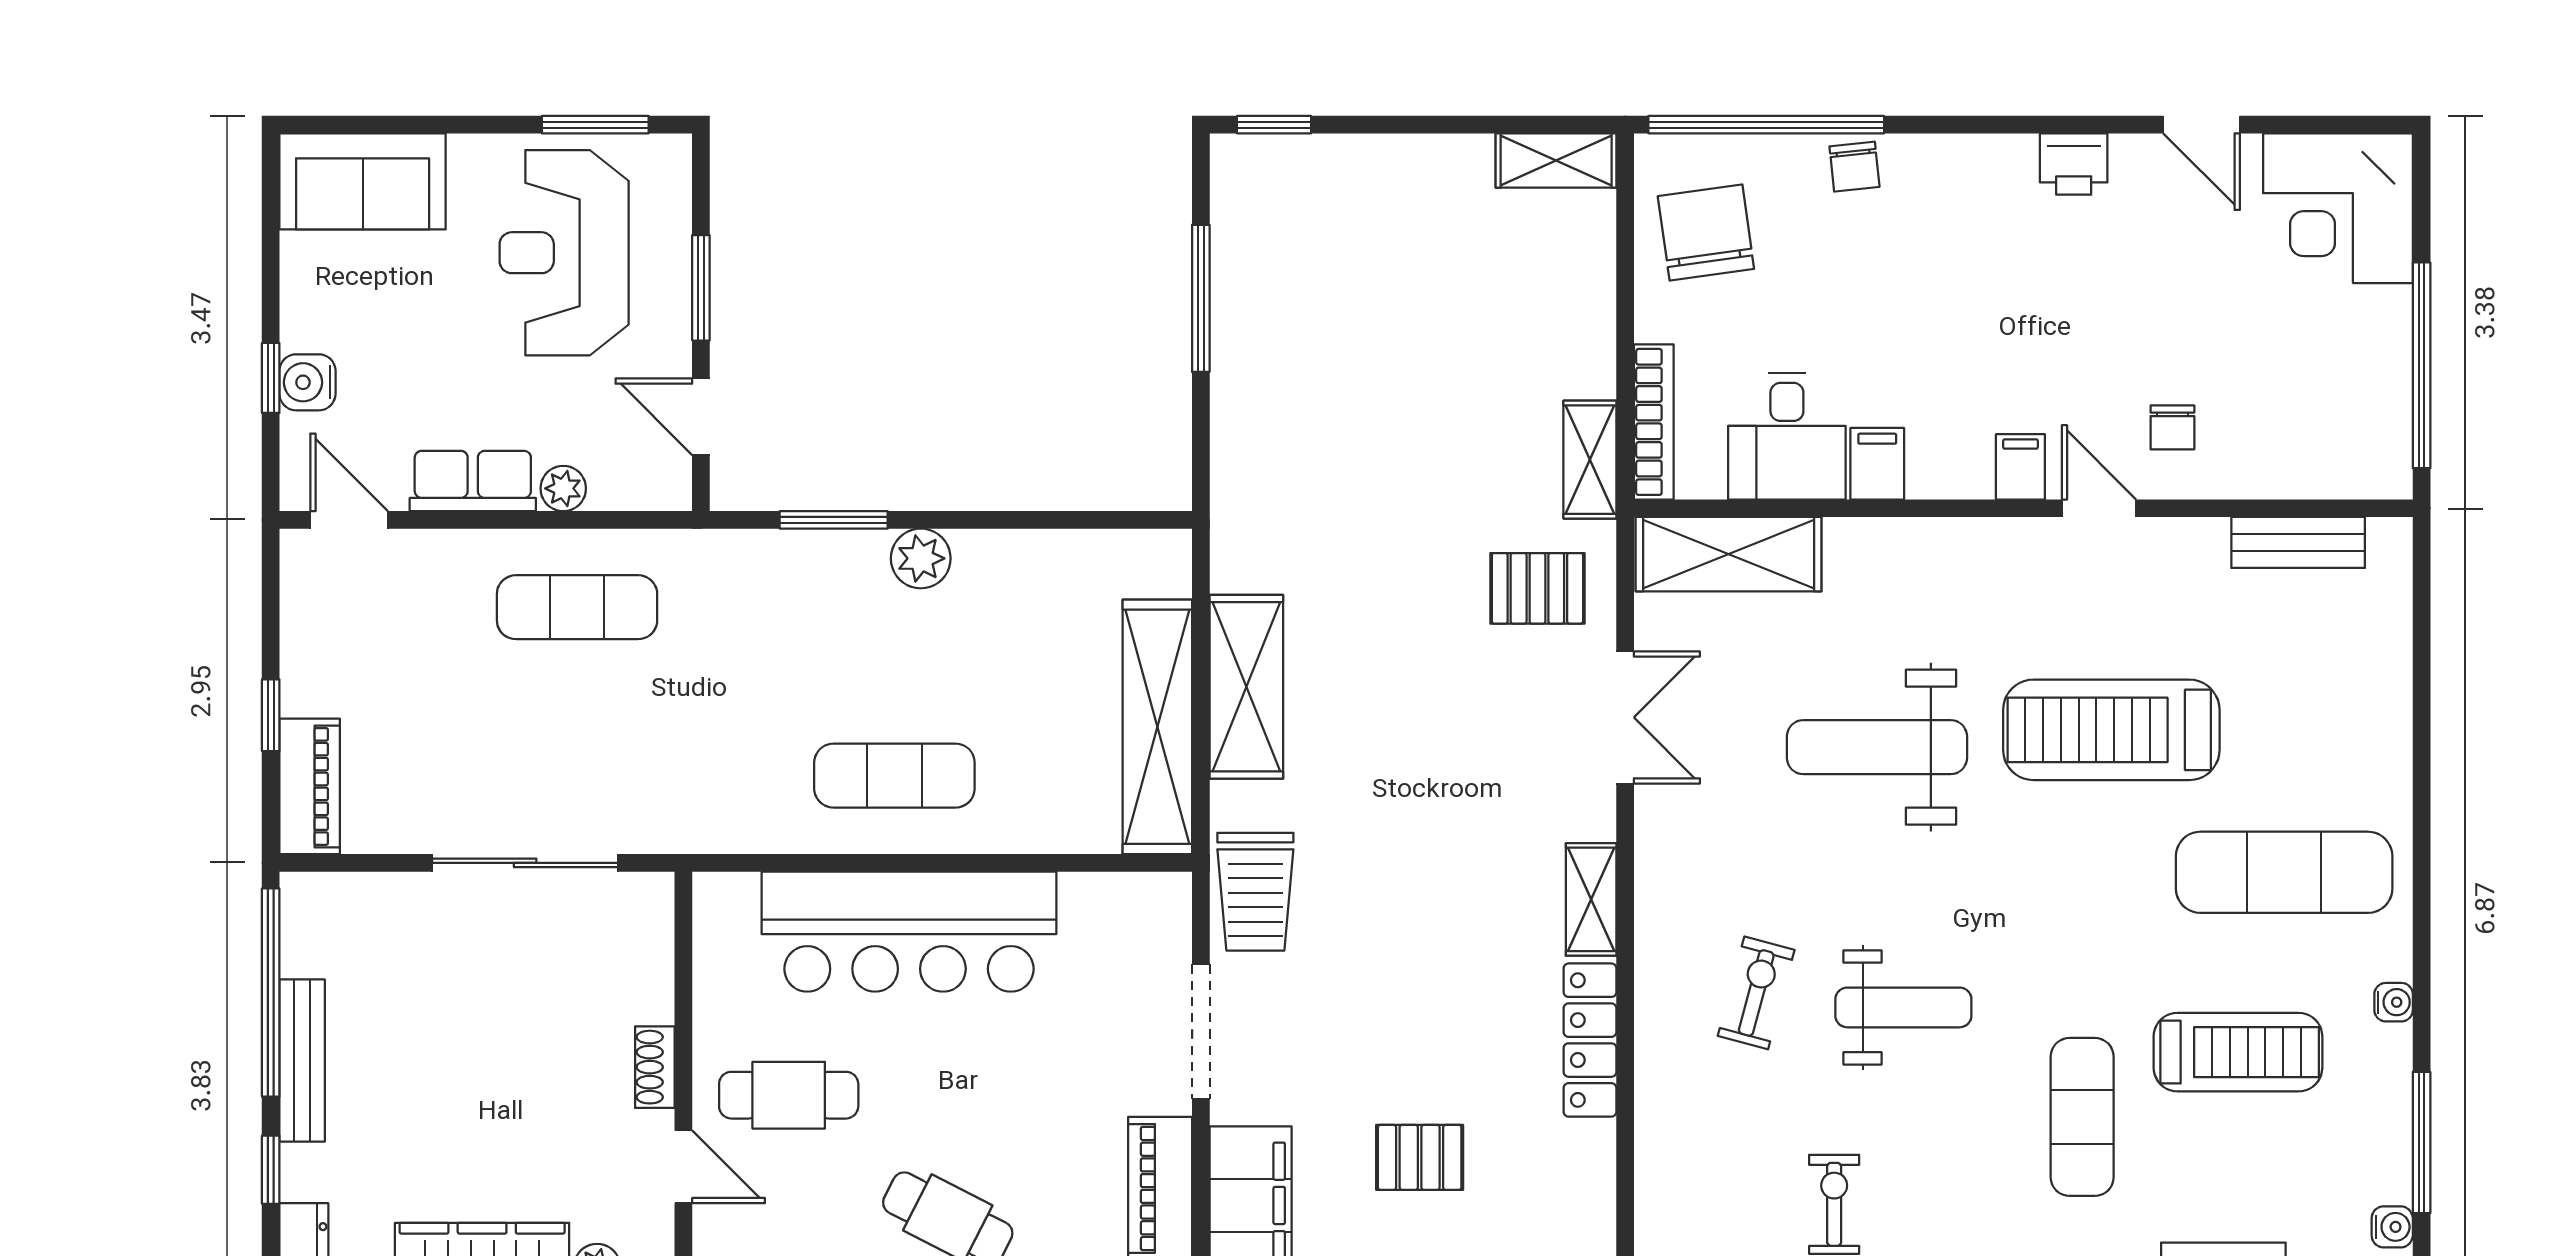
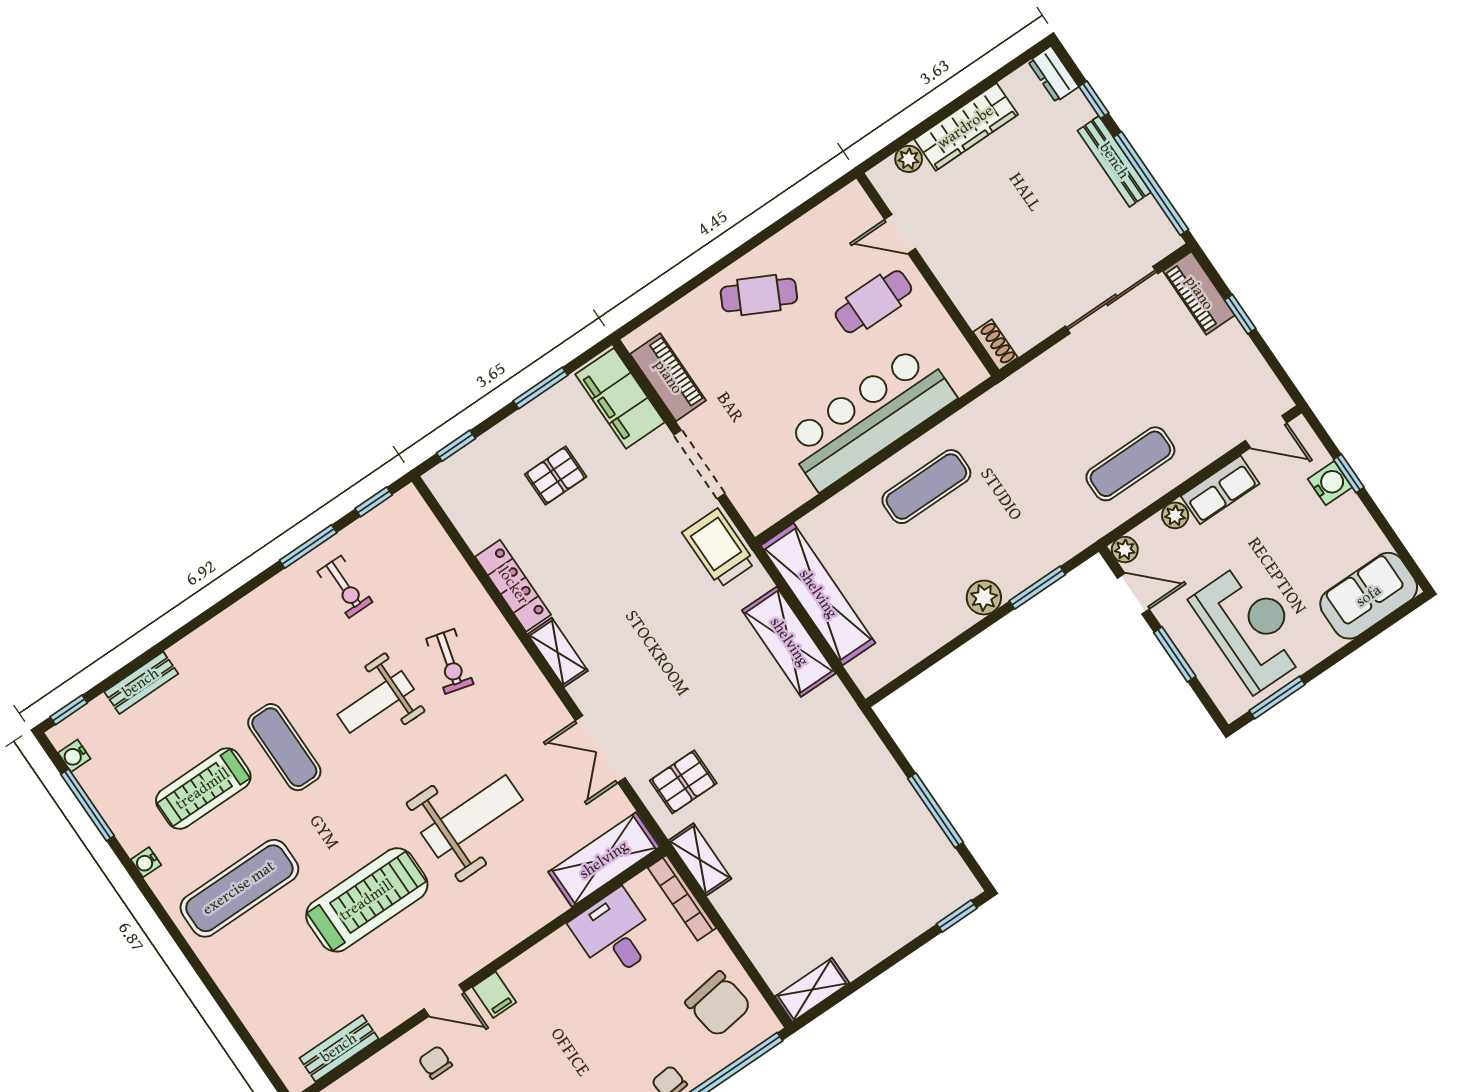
filing cabinet: (1877, 464) -> (563, 950), removed
plant: (670, 489) -> (1125, 550), added
sliding door: (525, 863) -> (1112, 300), moved
shoe rack: (655, 1067) -> (995, 345), moved
exercise mat: (2082, 1117) -> (284, 747), moved

